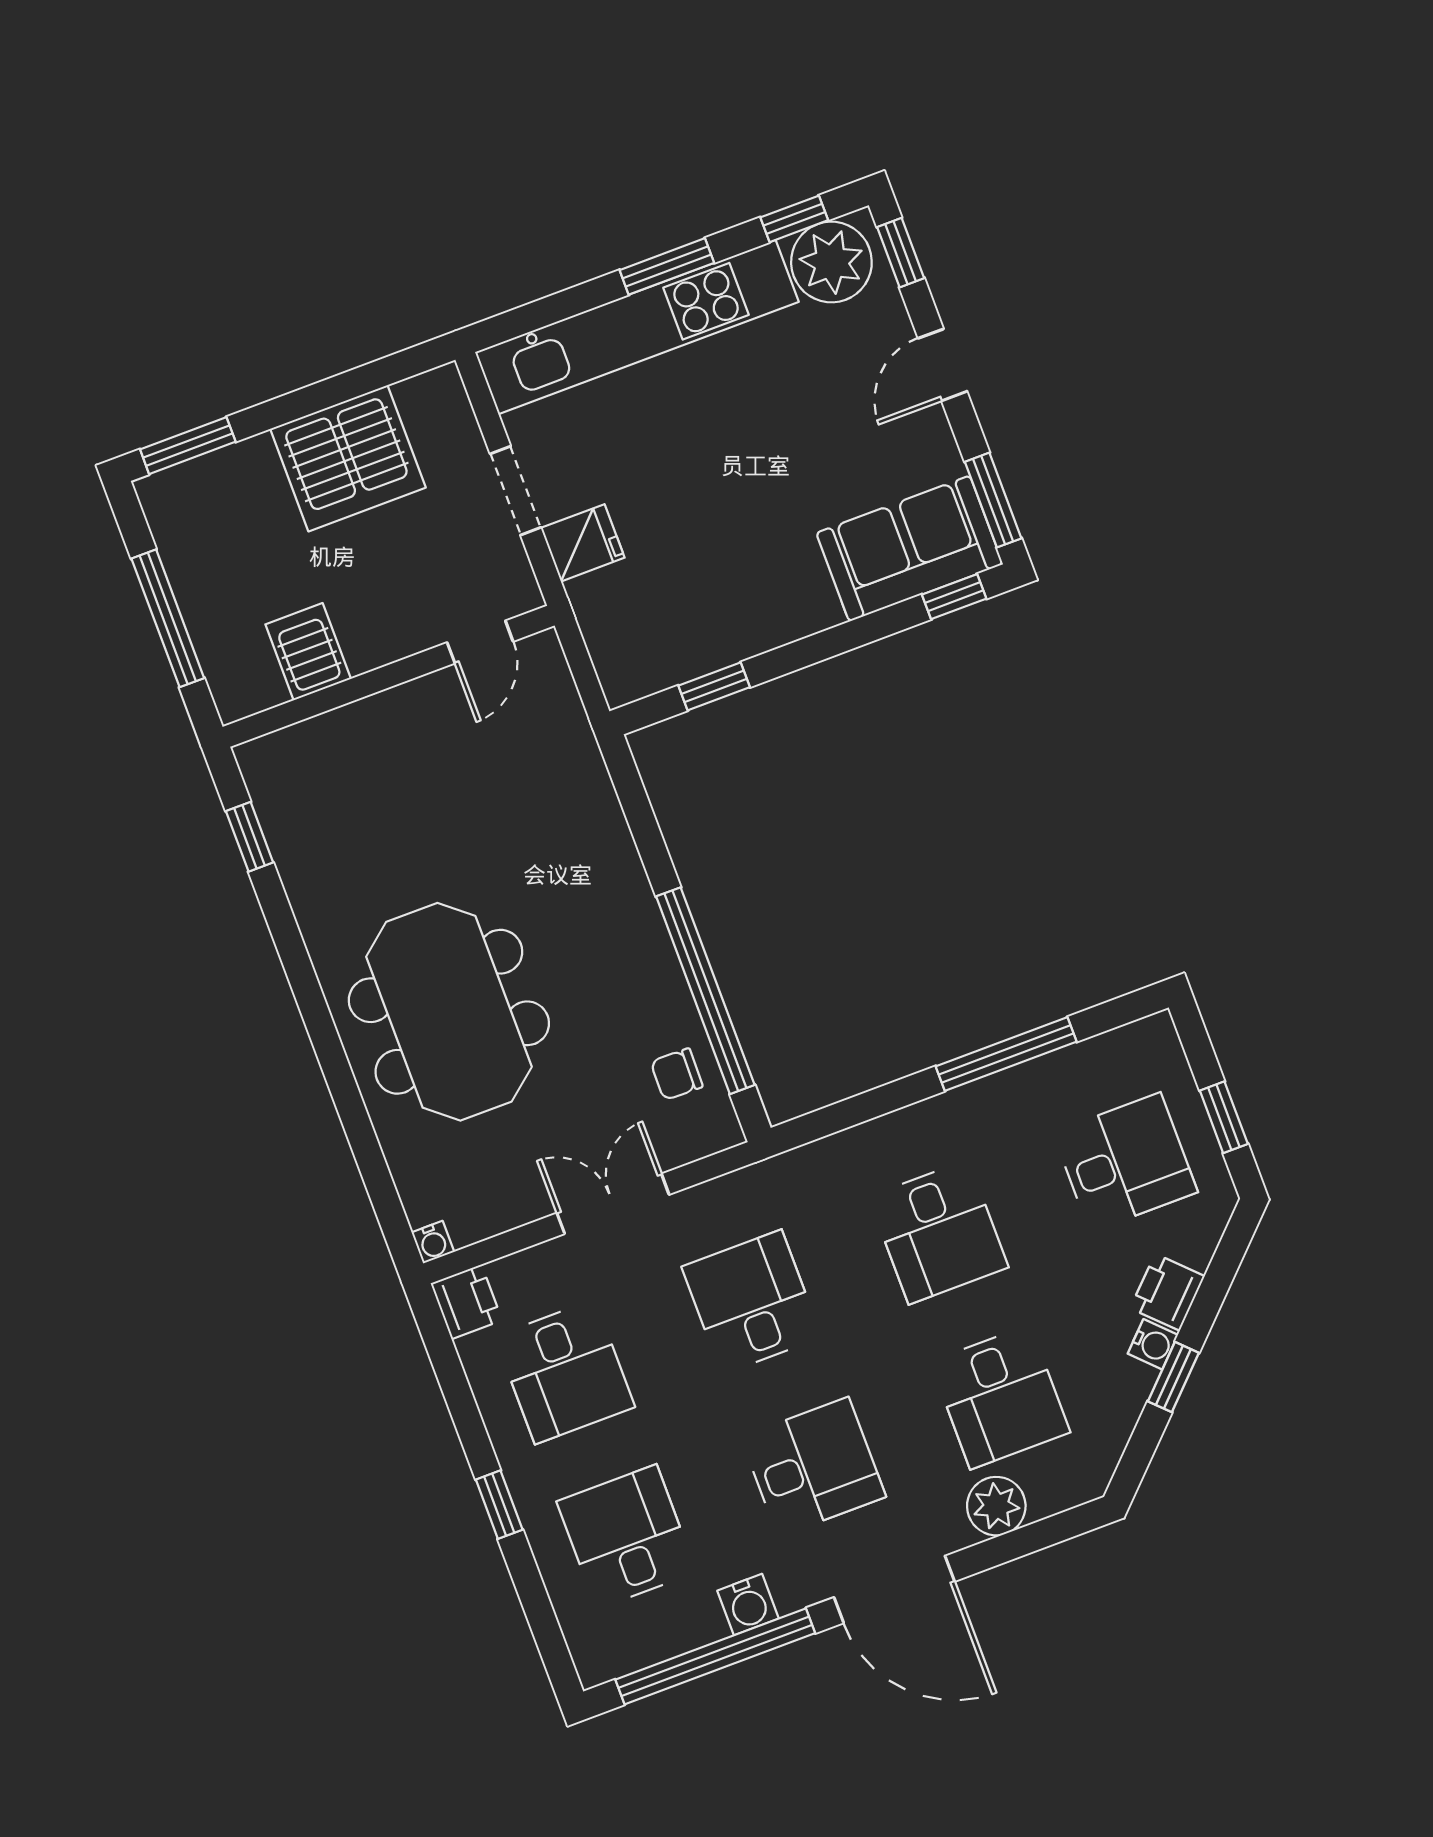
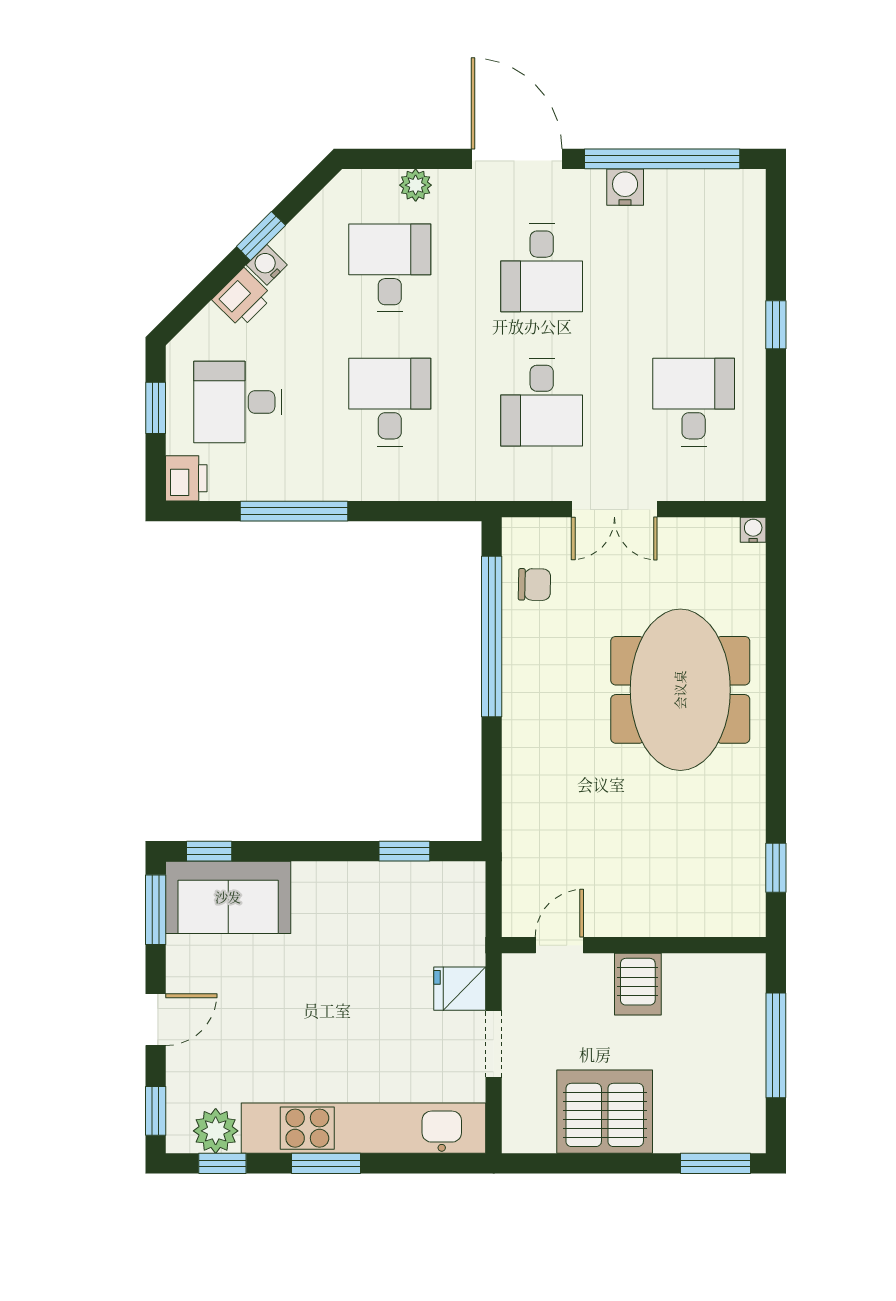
plant: (831, 262) -> (216, 1131), width x0.73, depth x0.73
server rack: (308, 652) -> (638, 984), moved
printer: (466, 1302) -> (186, 478), moved, turned 180
desk: (813, 1467) -> (542, 268), turned -90
plant: (996, 1506) -> (416, 185), width x0.73, depth x0.73
desk: (627, 1537) -> (694, 268), removed

